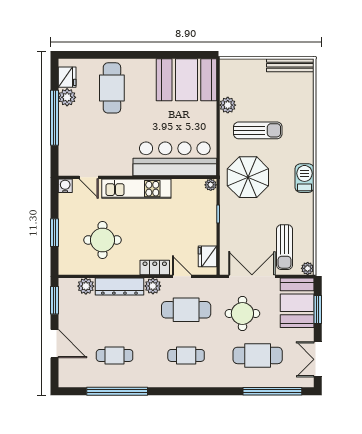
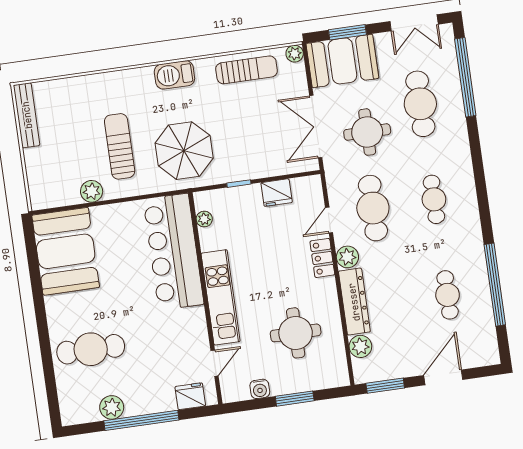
fridge: (67, 77) -> (190, 396), moved
plant: (211, 185) -> (204, 219), moved
water cooler: (65, 186) -> (260, 389), moved, turned -90
sun lounger: (284, 247) -> (247, 70), moved
fridge: (207, 256) -> (277, 193), moved

